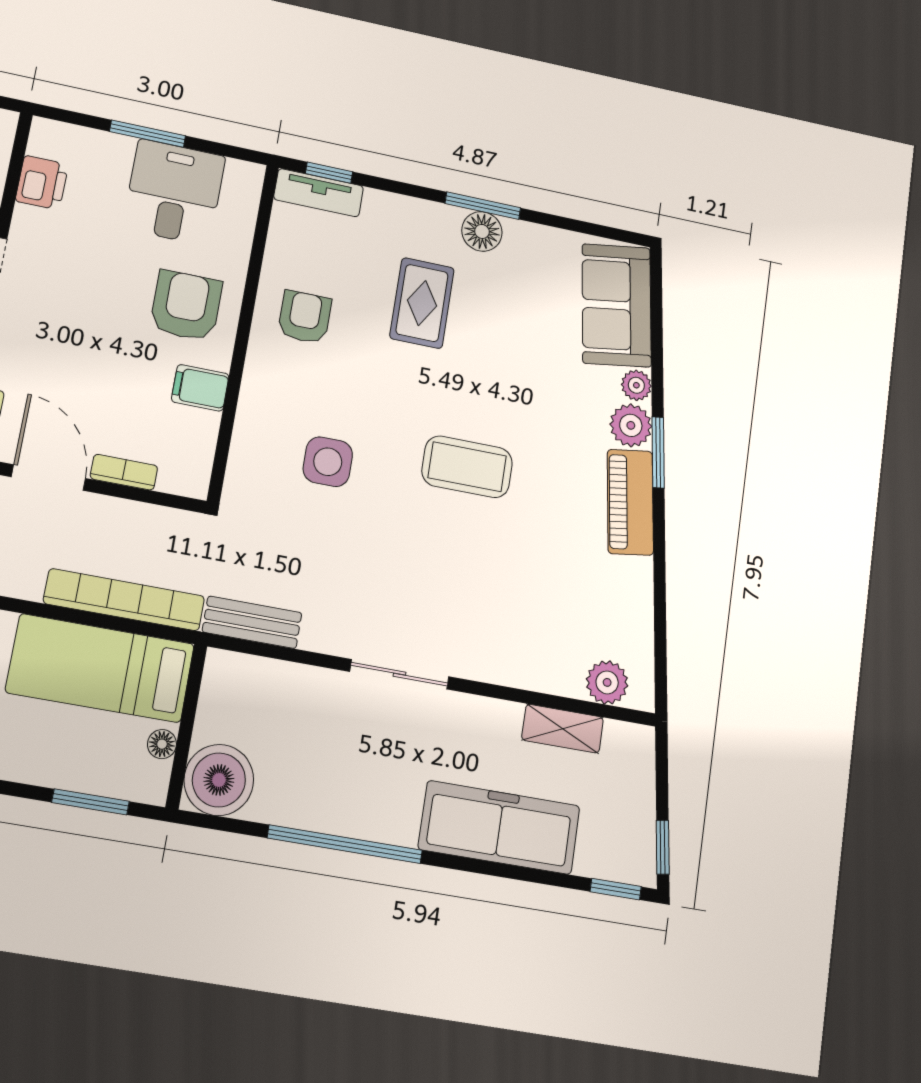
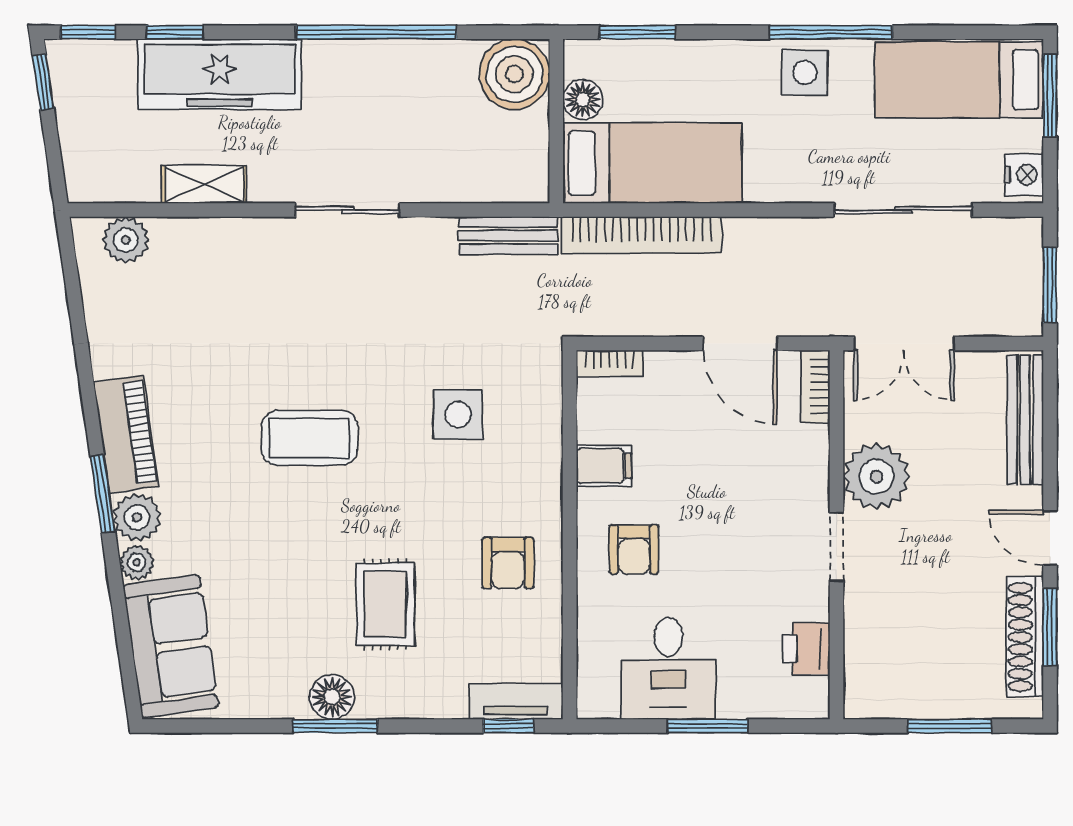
armchair: (186, 306) -> (634, 549), width x0.72, depth x0.72
bookcase: (124, 472) -> (610, 363), moved
shelving: (563, 729) -> (204, 184), moved
floor lamp: (162, 744) -> (583, 100), width x1.37, depth x1.37
window: (535, 876) -> (175, 32), added

